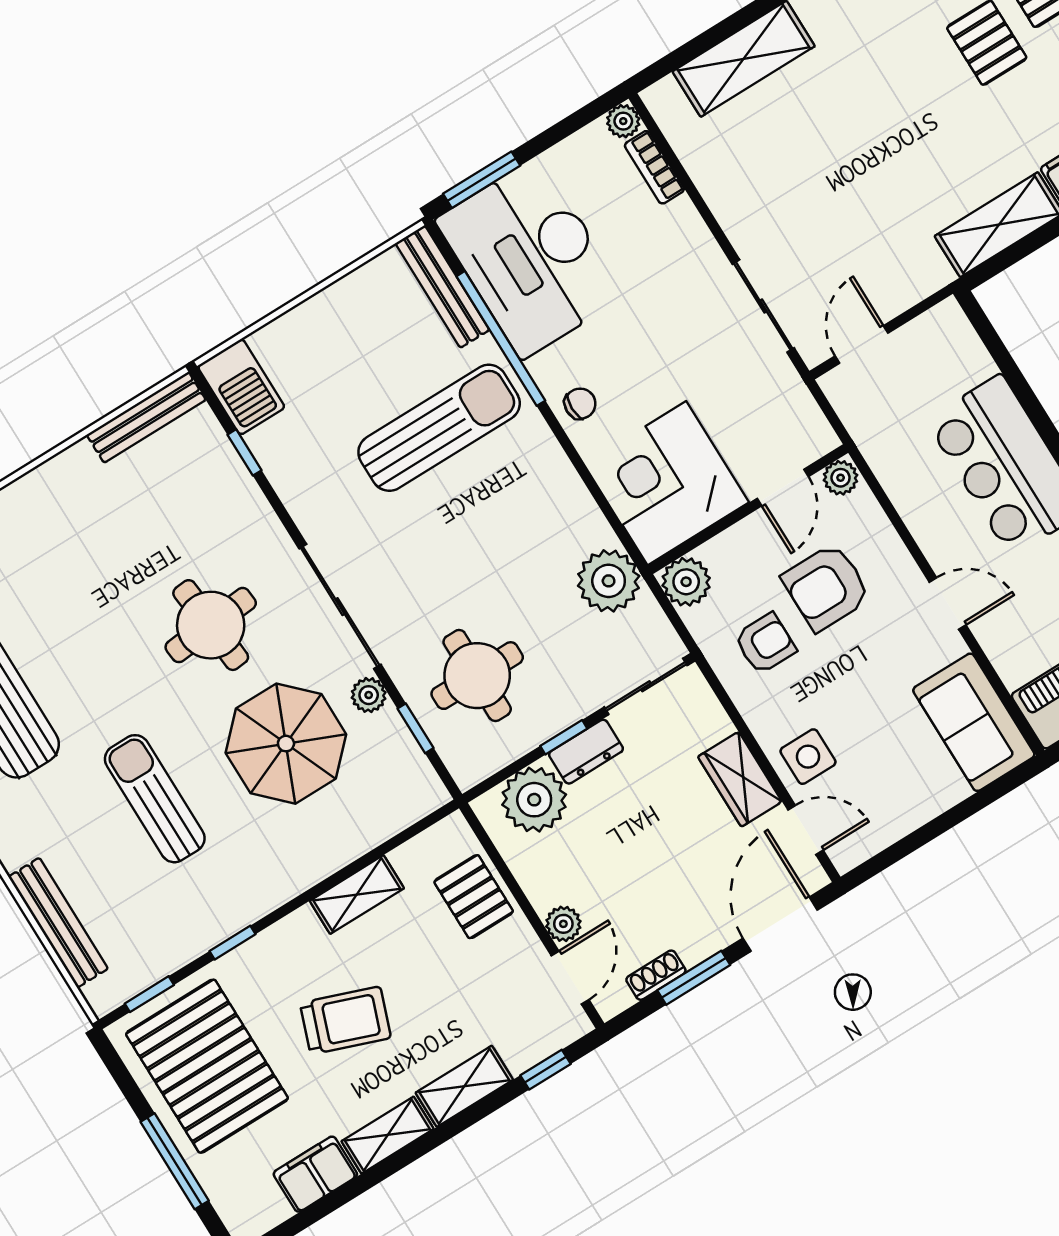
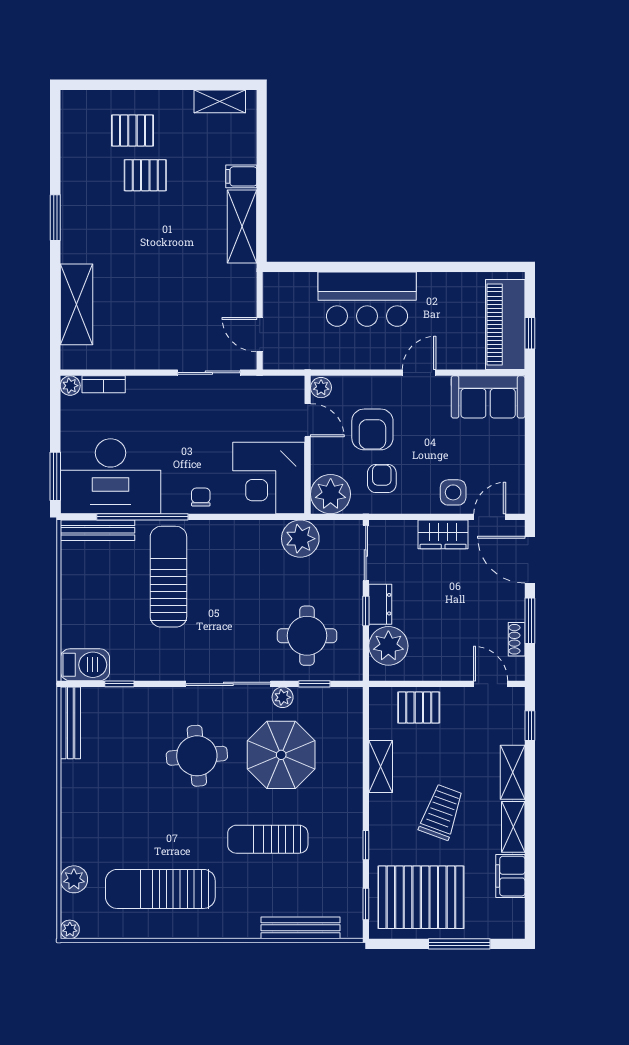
plant: (686, 582) -> (331, 494), width x1.36, depth x1.36
plant: (563, 924) -> (461, 670), removed

